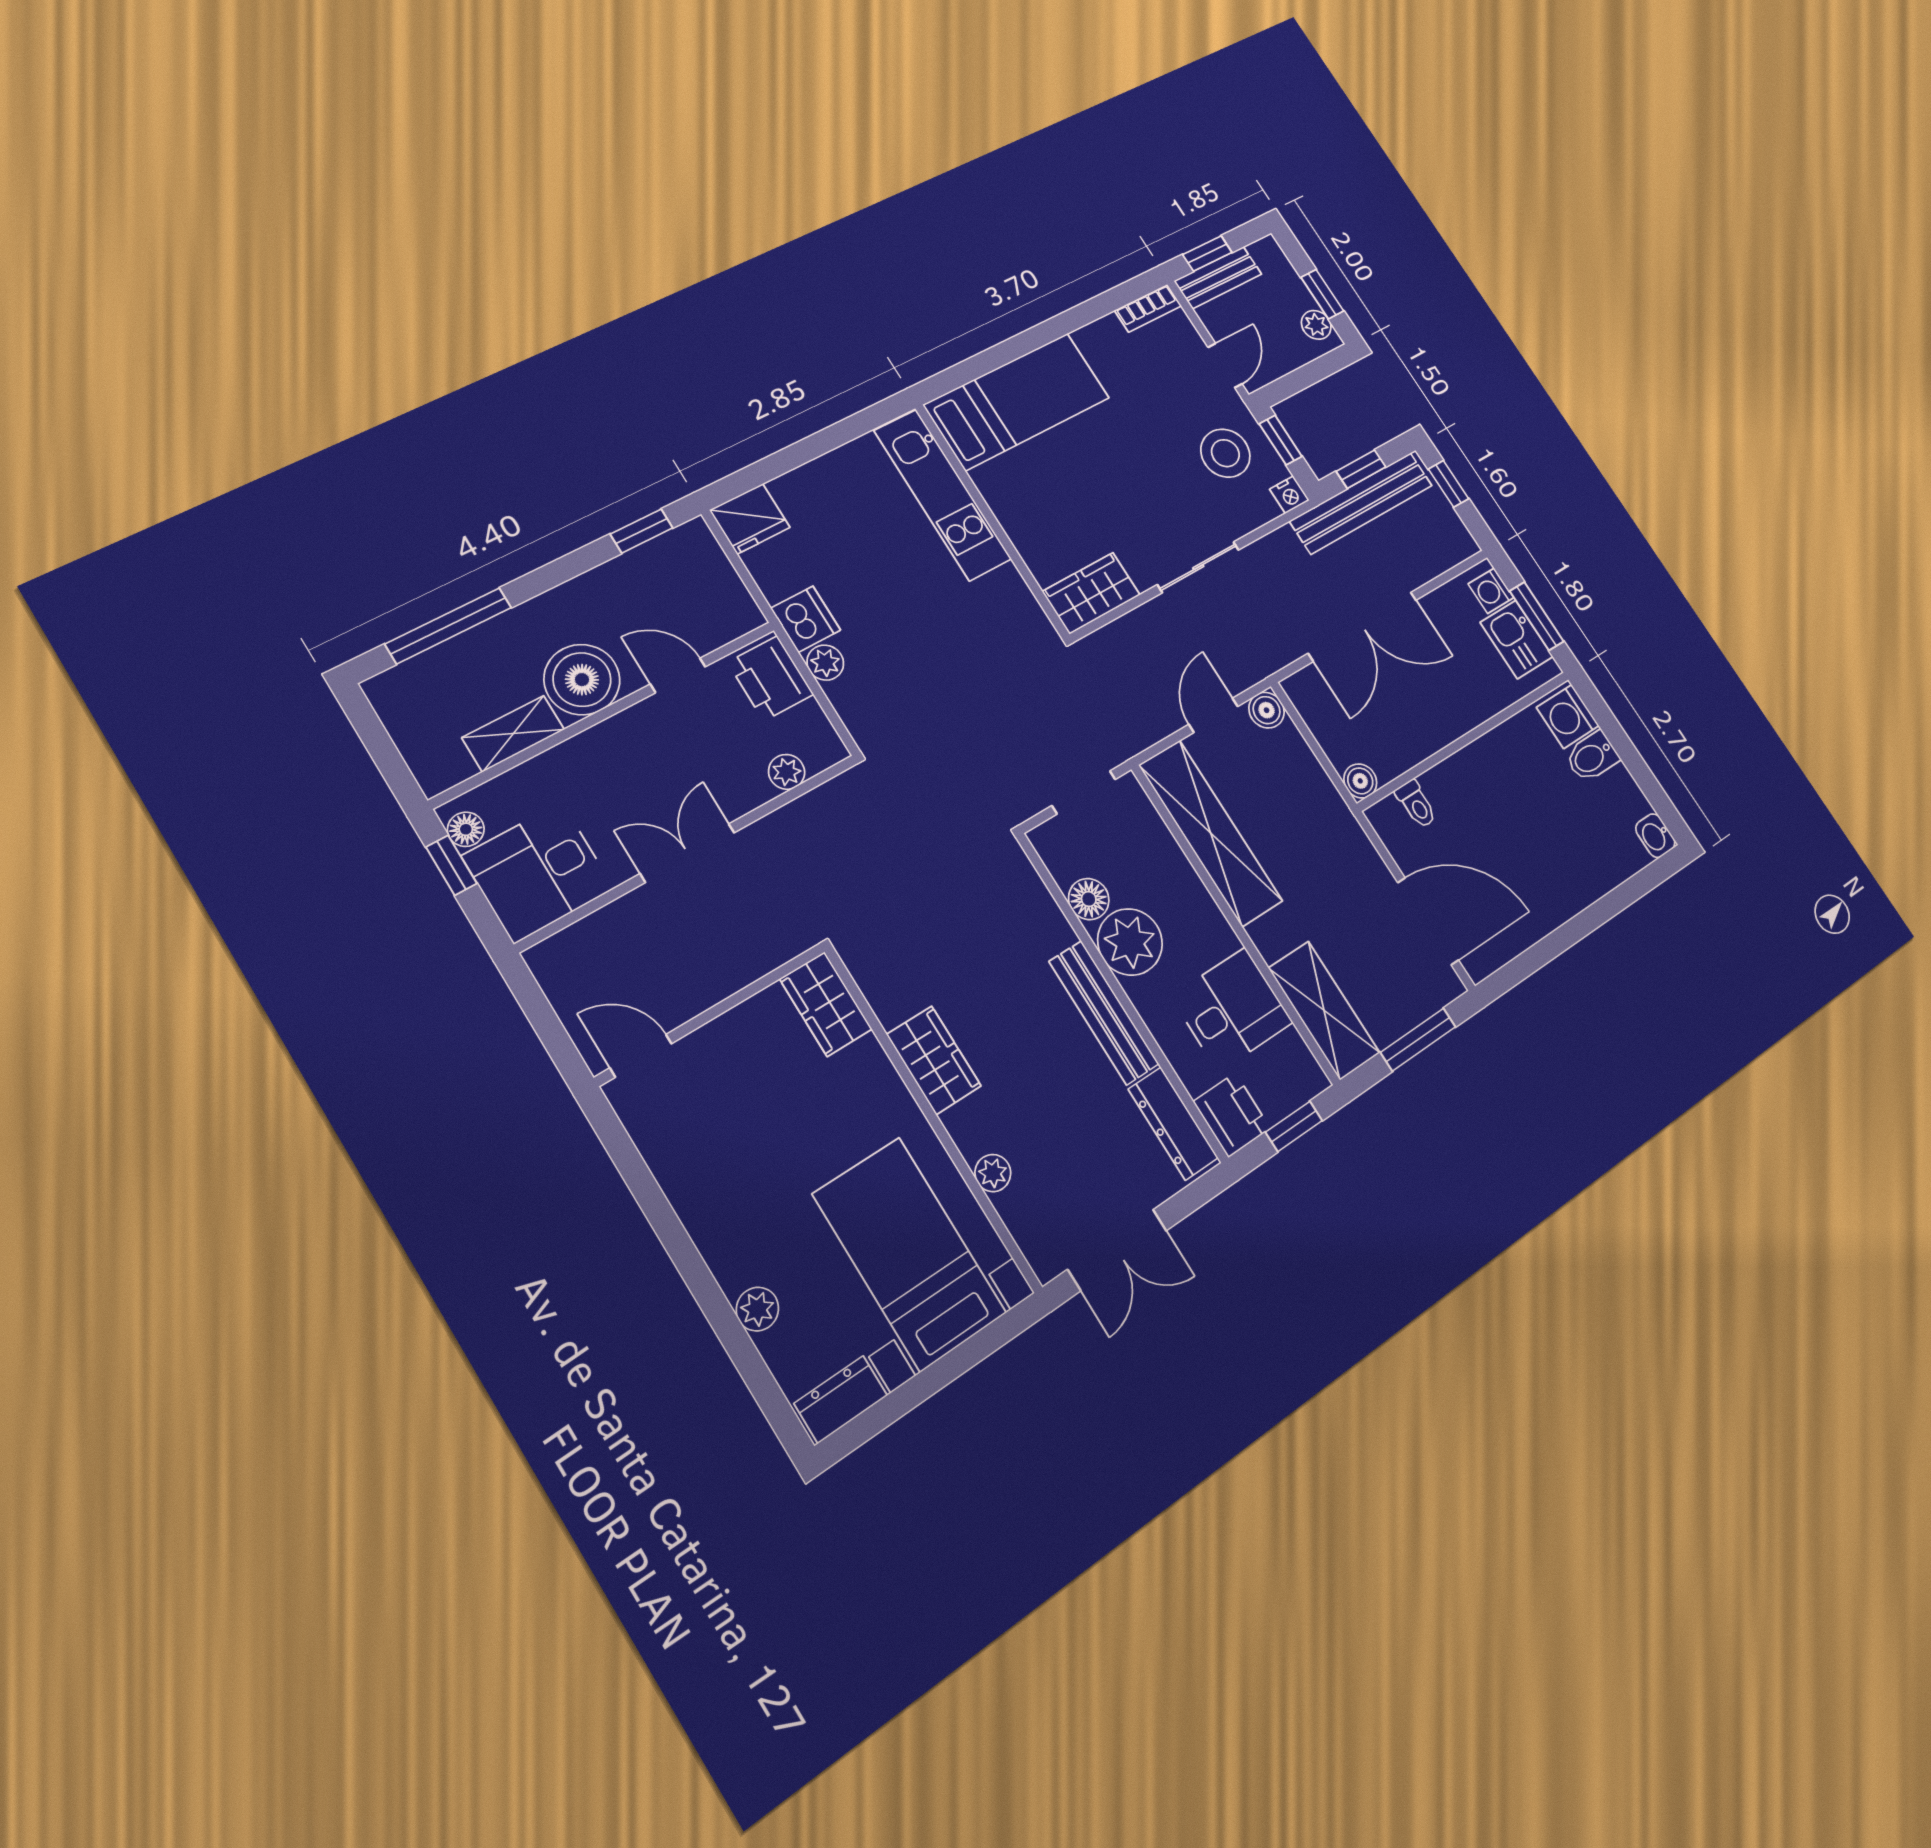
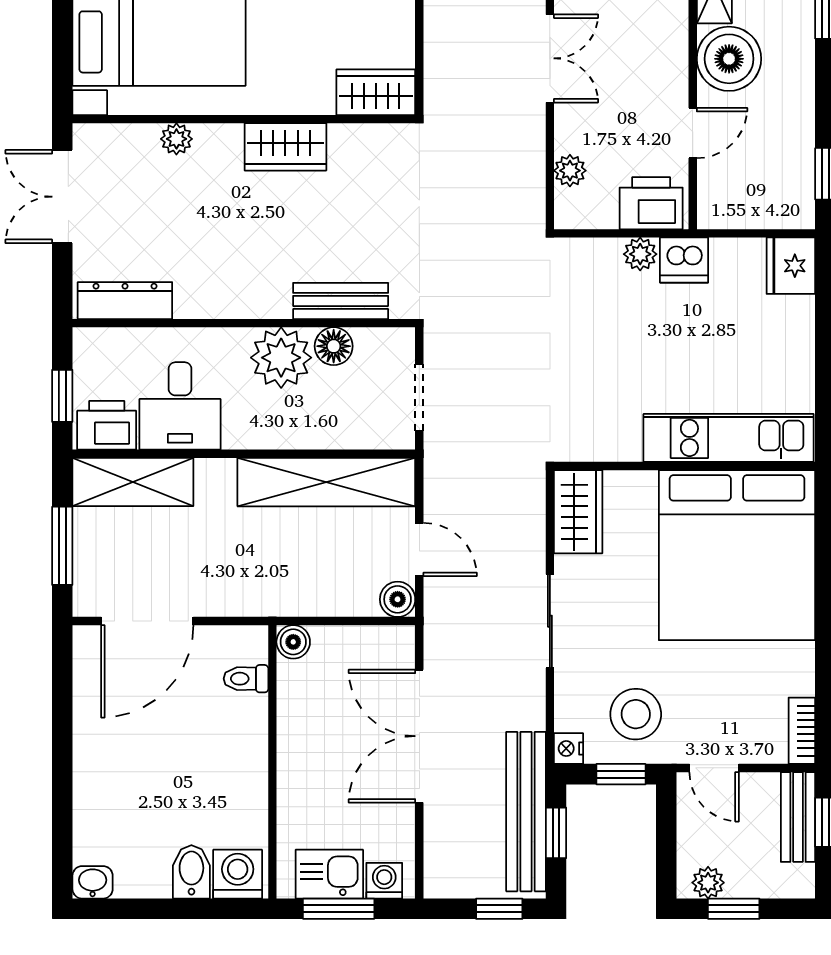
bed: (1017, 401) -> (737, 555), width x2.04
bench: (1104, 1013) -> (341, 301), moved, width x0.73
printer: (1232, 1115) -> (107, 425), moved, turned 180

